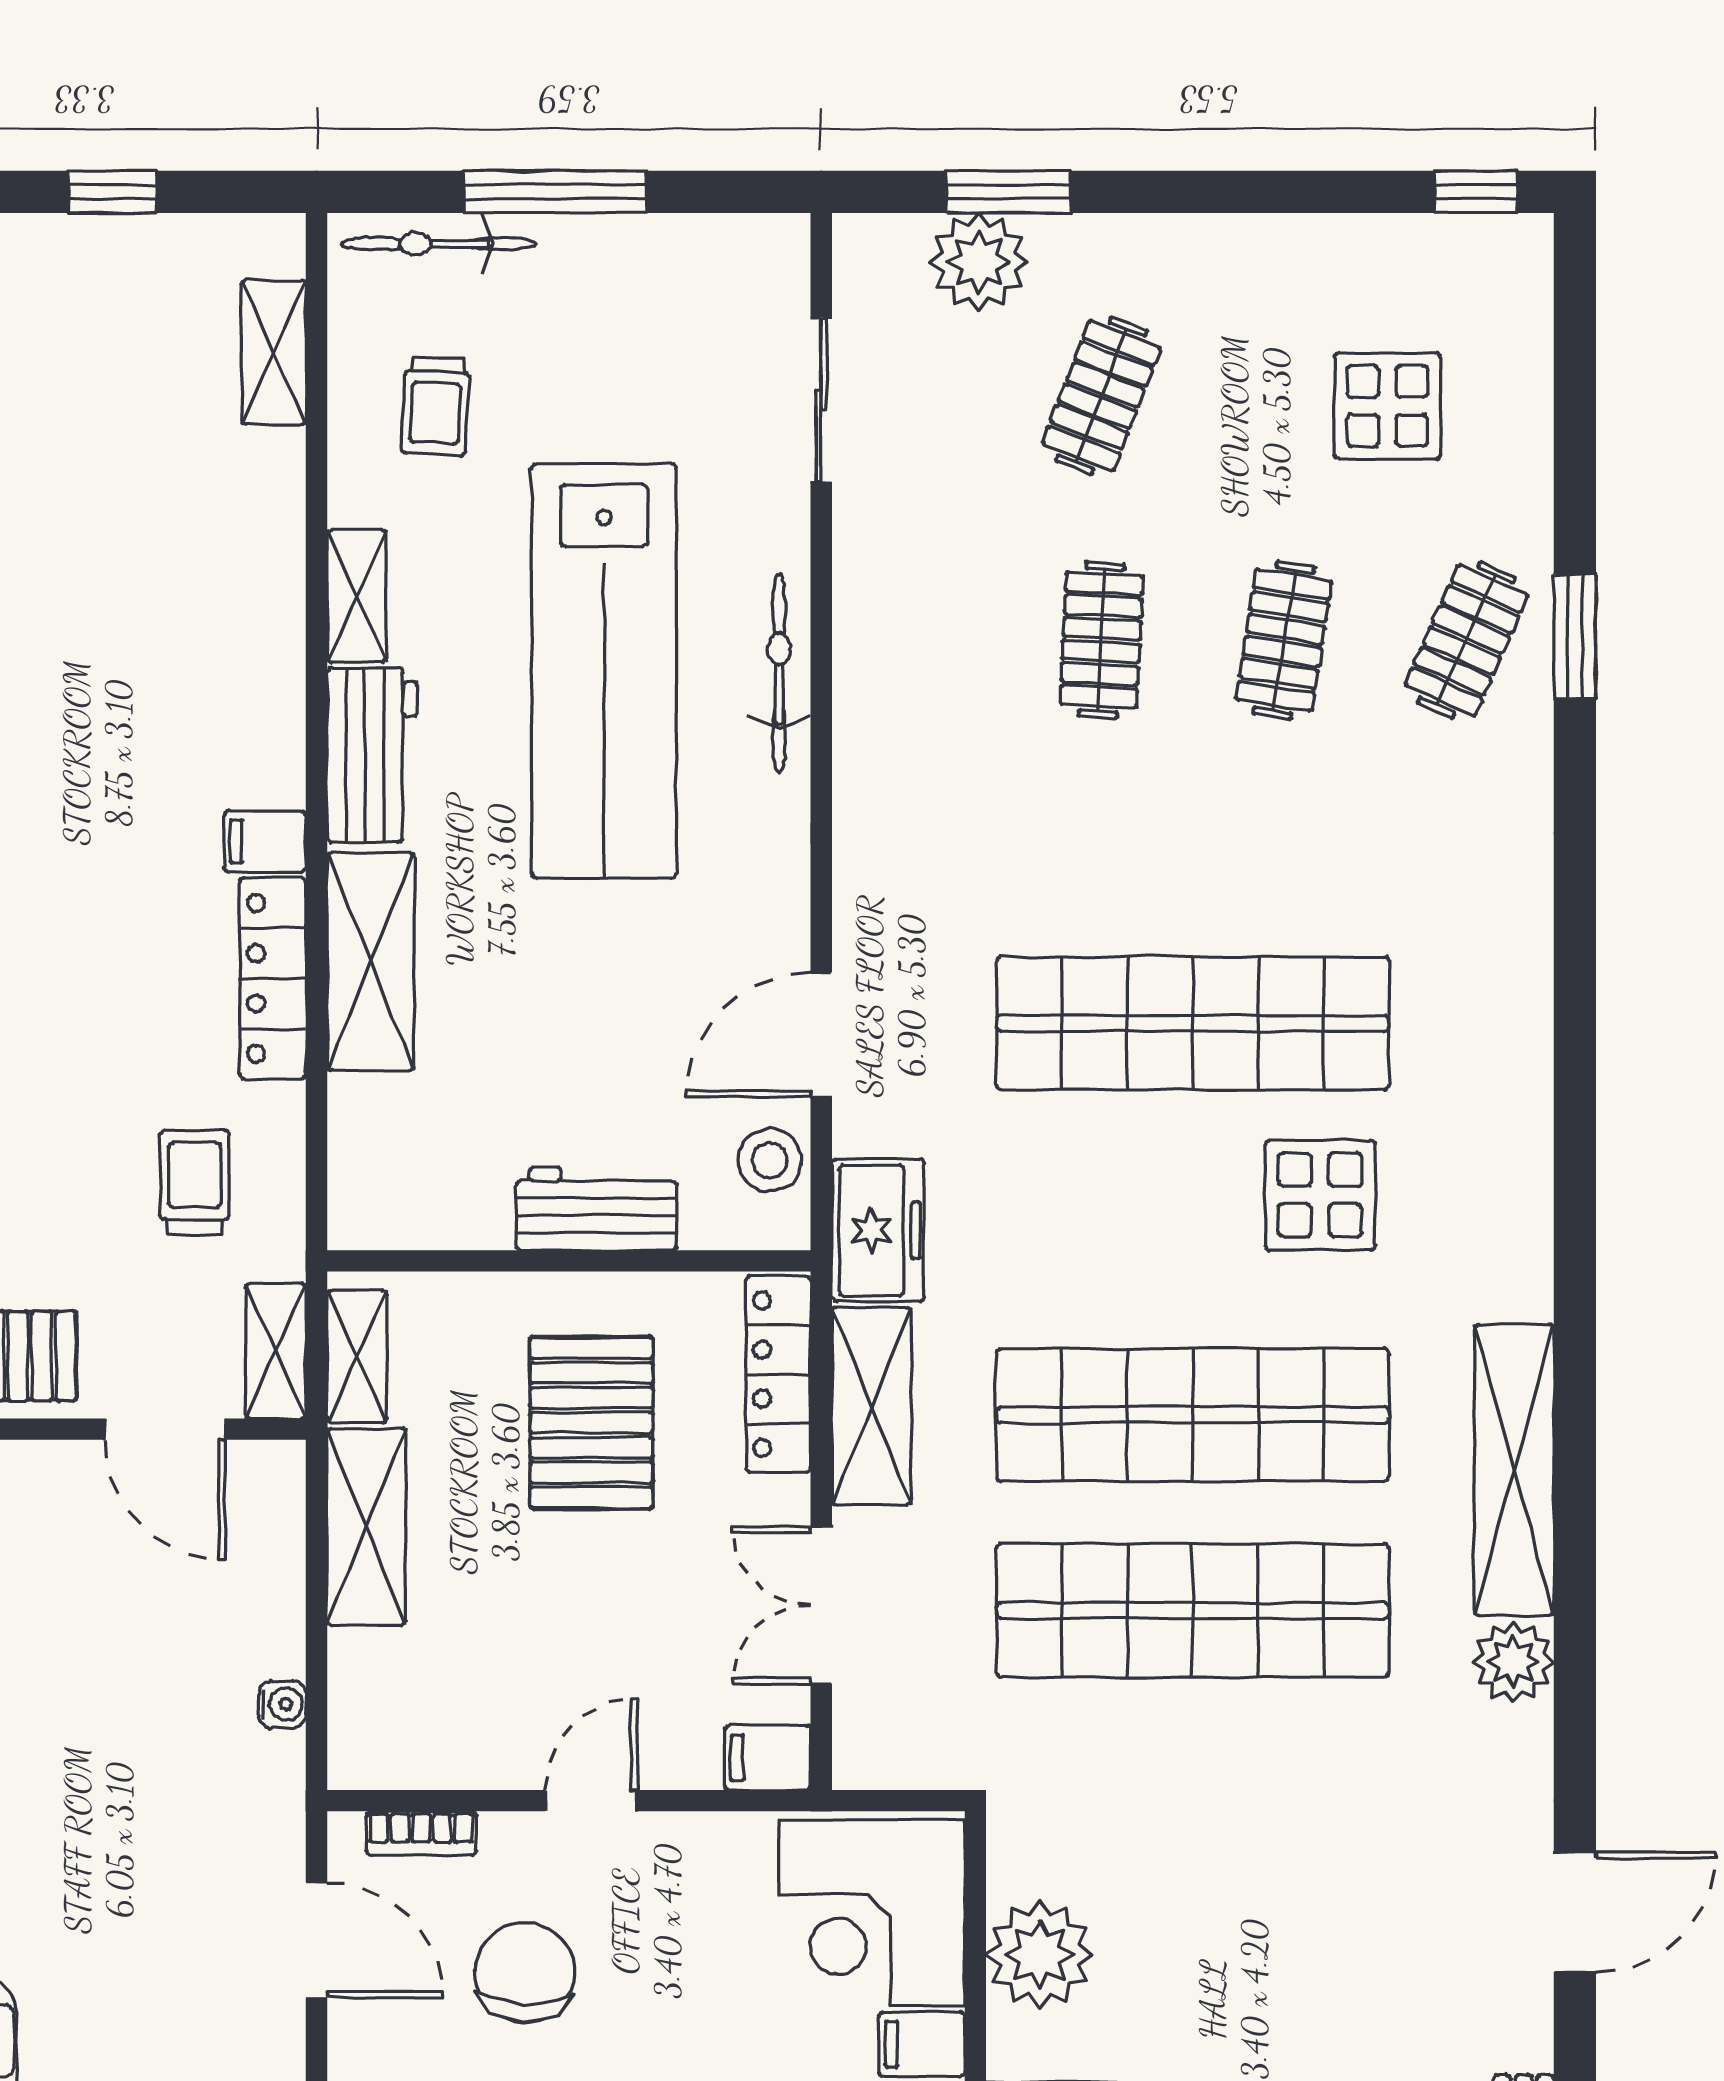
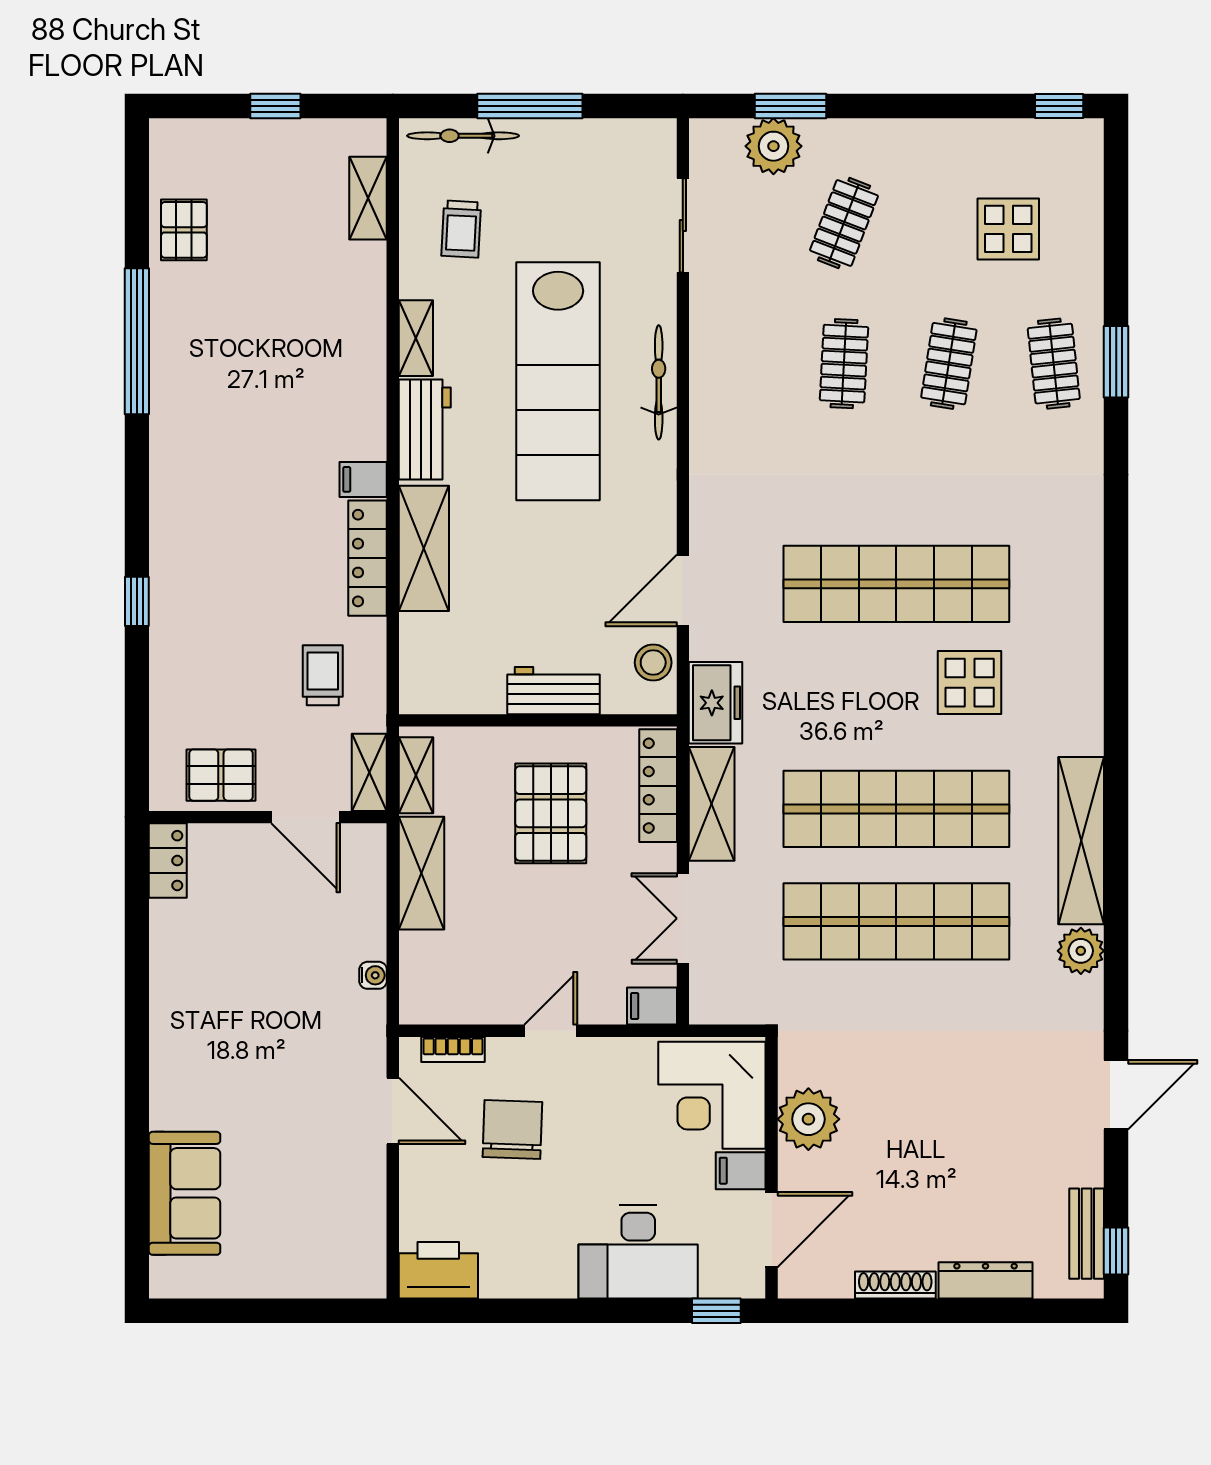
clothes rail: (1466, 640) -> (1054, 364), turned -30

